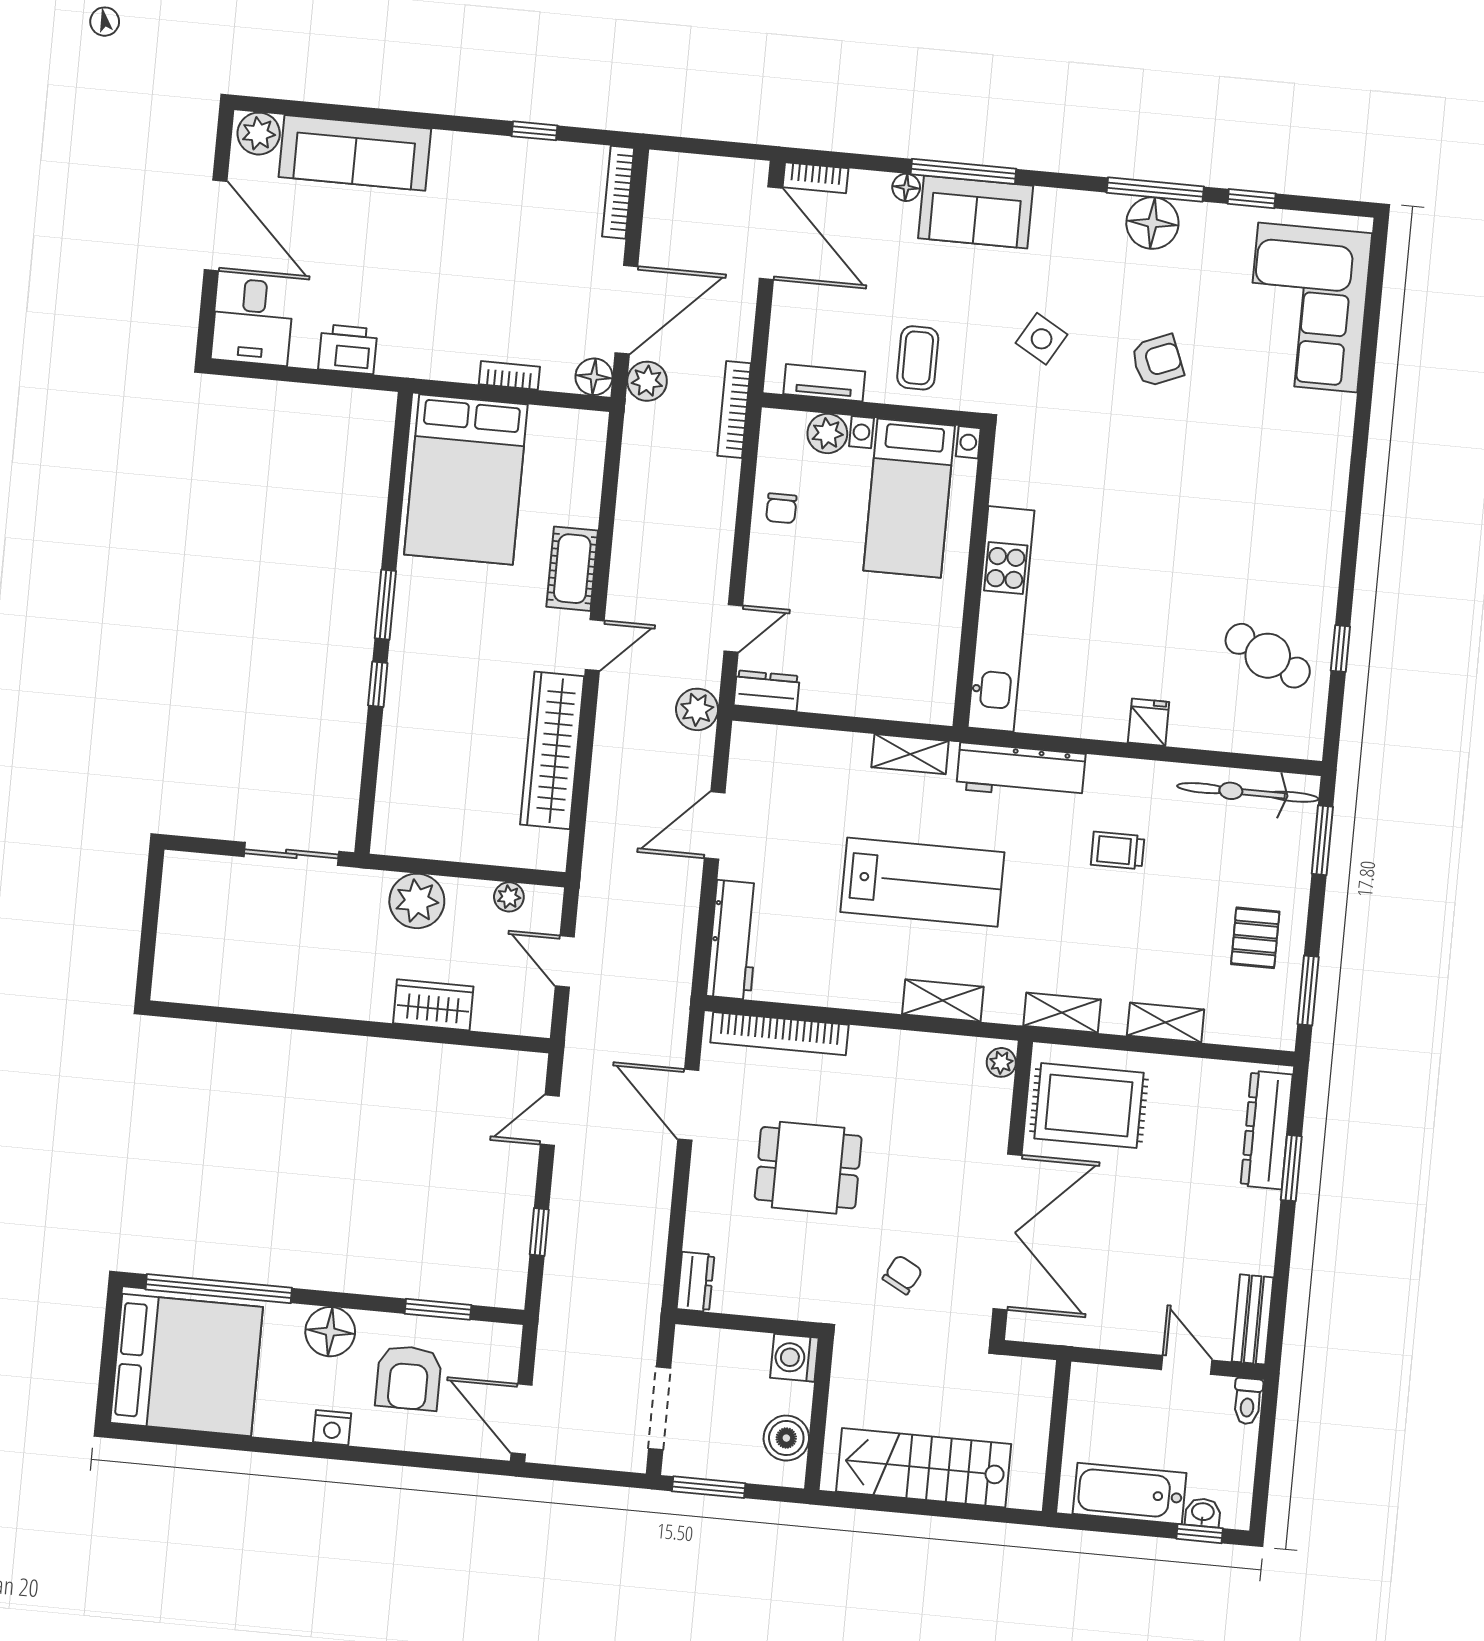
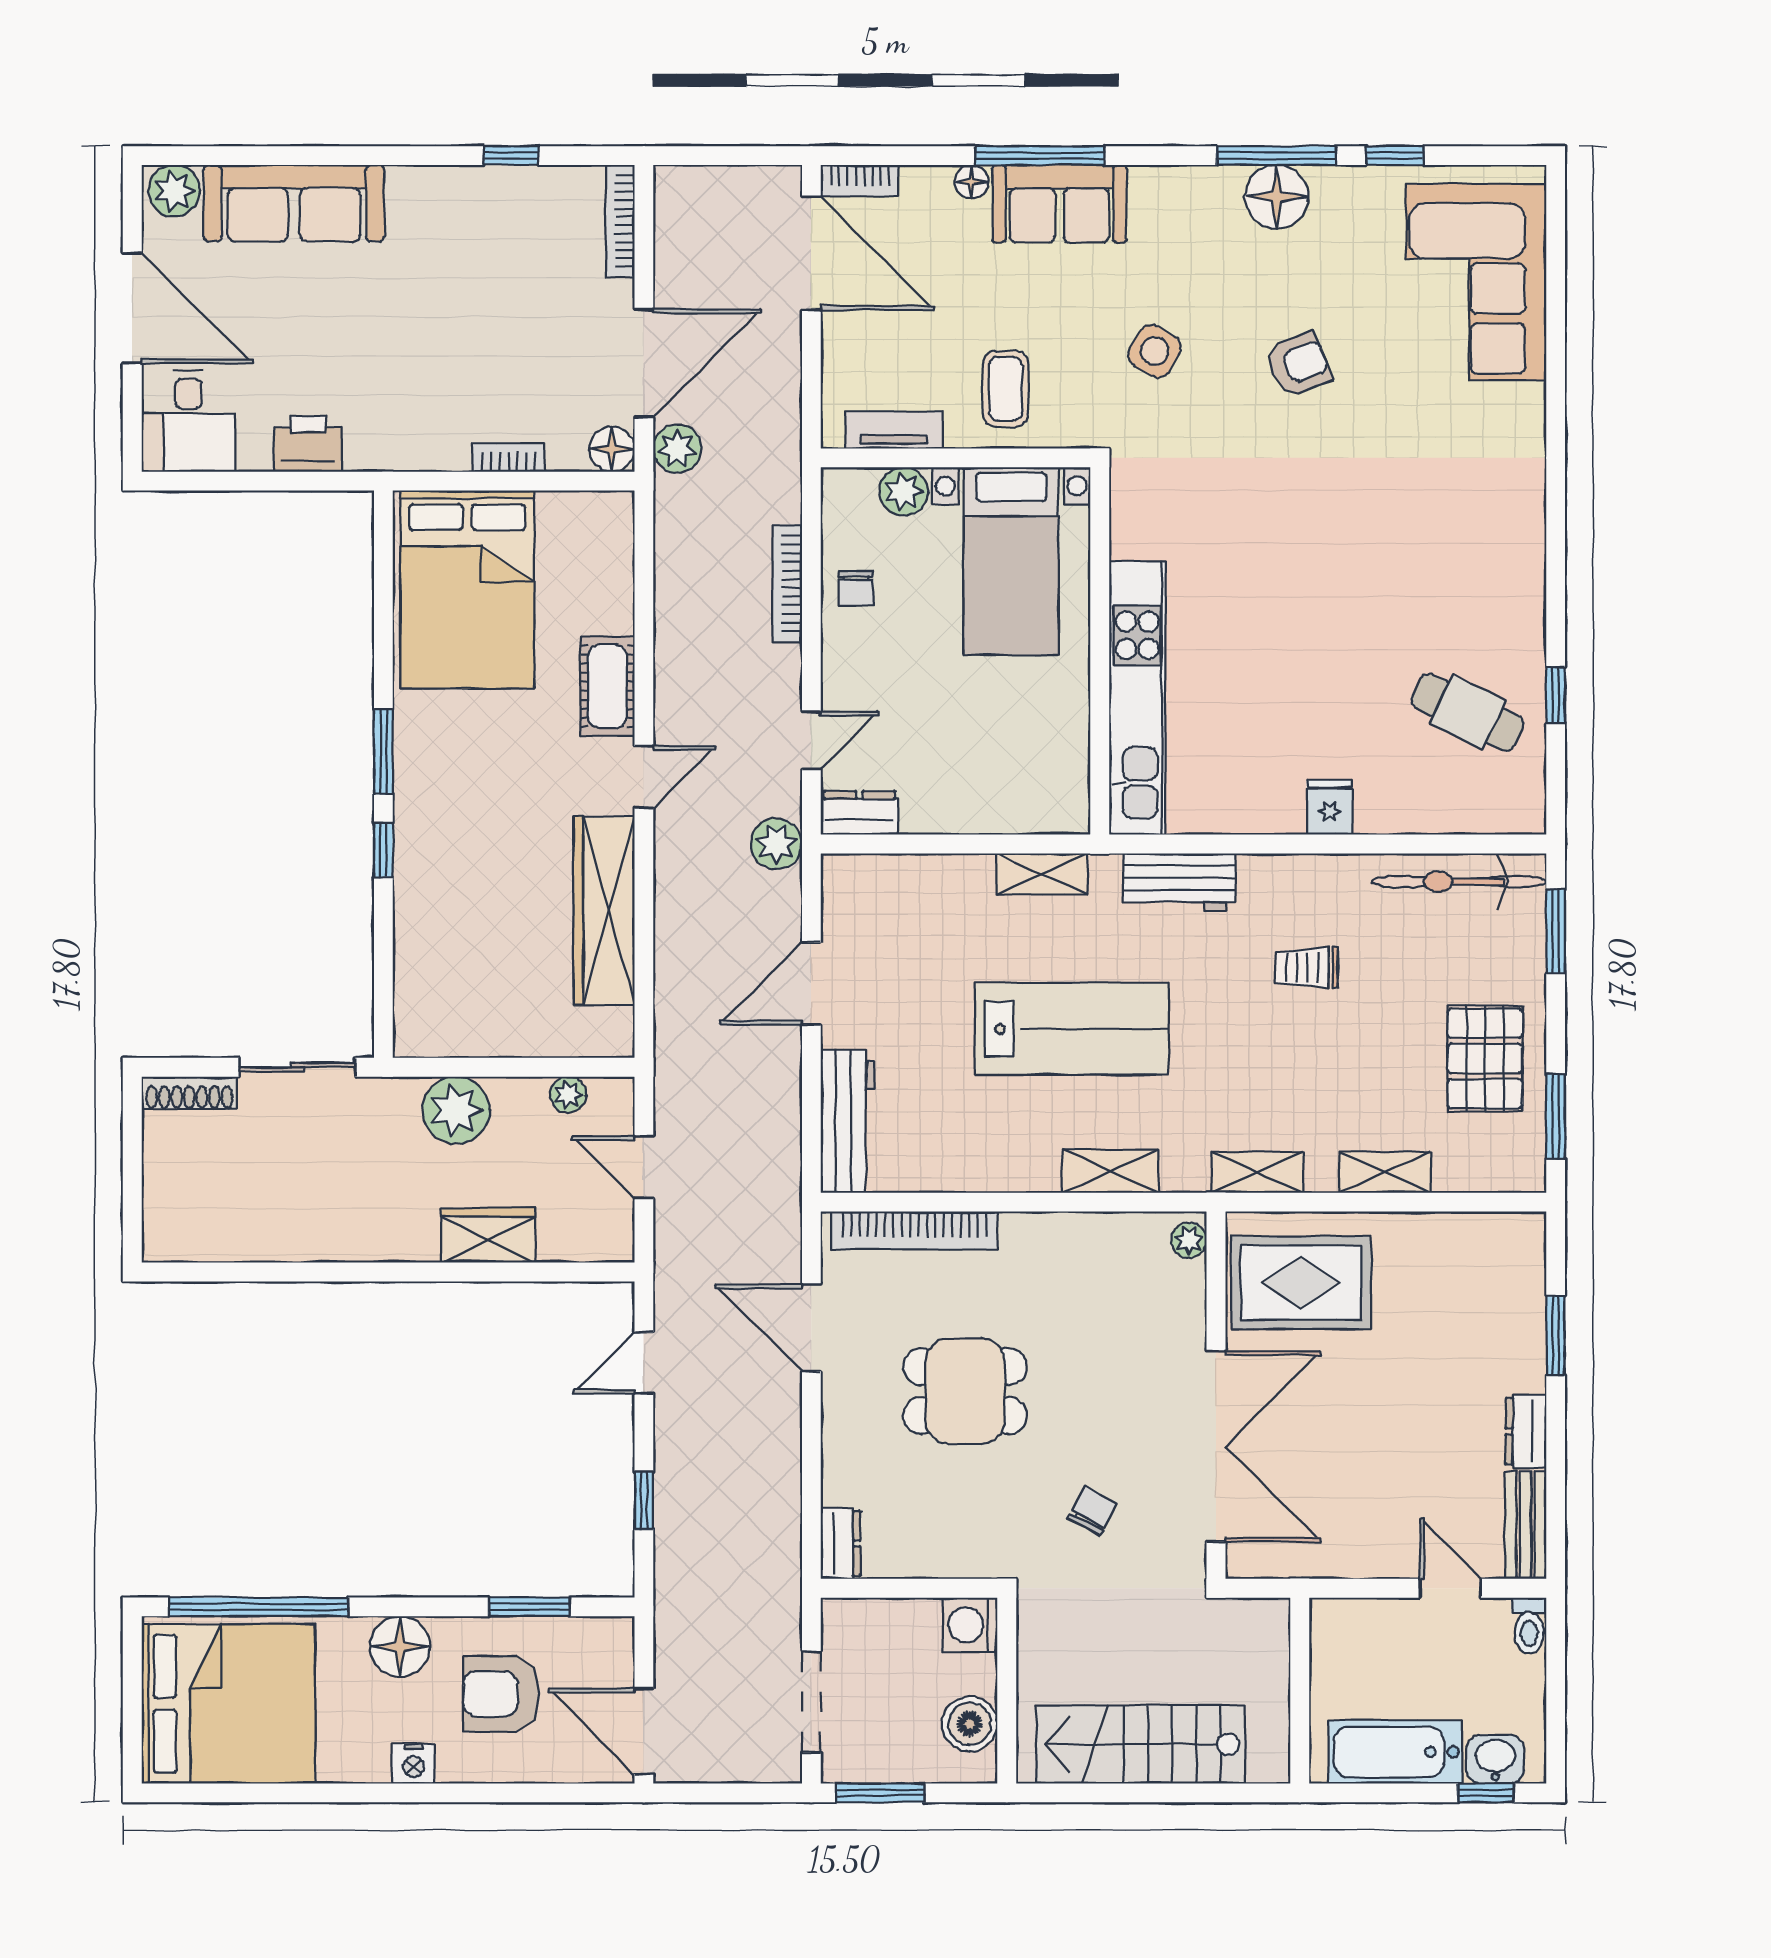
bookcase: (734, 410) -> (787, 584), moved
workbench: (1021, 772) -> (1179, 882), width x0.73
shoe rack: (202, 866) -> (189, 1093), added
pallet: (1255, 938) -> (1485, 1058), width x1.50, depth x1.42
dresser: (1267, 1130) -> (1526, 1431), moved, width x0.51, depth x0.80
armchair: (409, 1378) -> (501, 1694), turned 90
washbasin: (1203, 1512) -> (1495, 1759), width x1.38, depth x1.45

